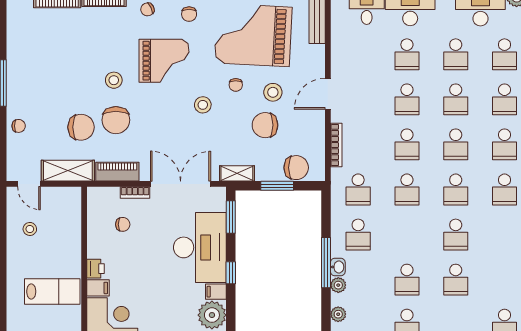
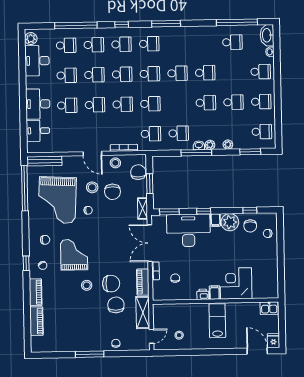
stool: (203, 105) -> (115, 163), moved

